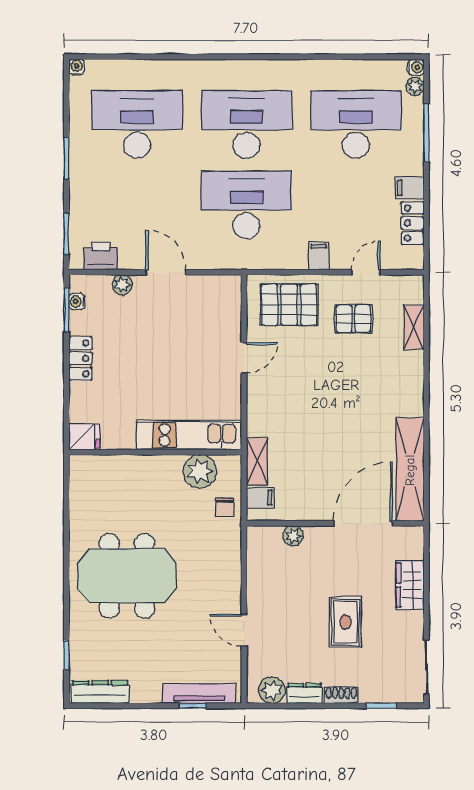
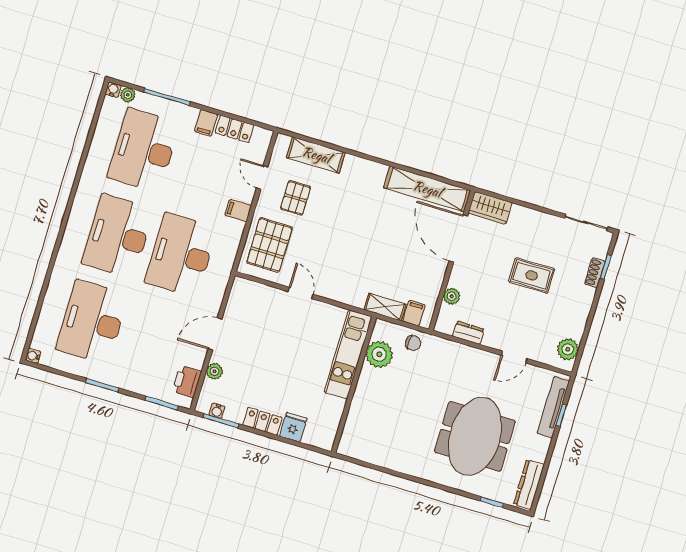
shelving: (414, 327) -> (316, 155), width x1.50, depth x1.33
fridge: (84, 437) -> (293, 427), moved
meeting table: (127, 576) -> (475, 436), moved
wardrobe: (410, 585) -> (490, 208), moved
dresser: (305, 693) -> (468, 333), moved, turned 90
shoe rack: (341, 695) -> (595, 273), moved

